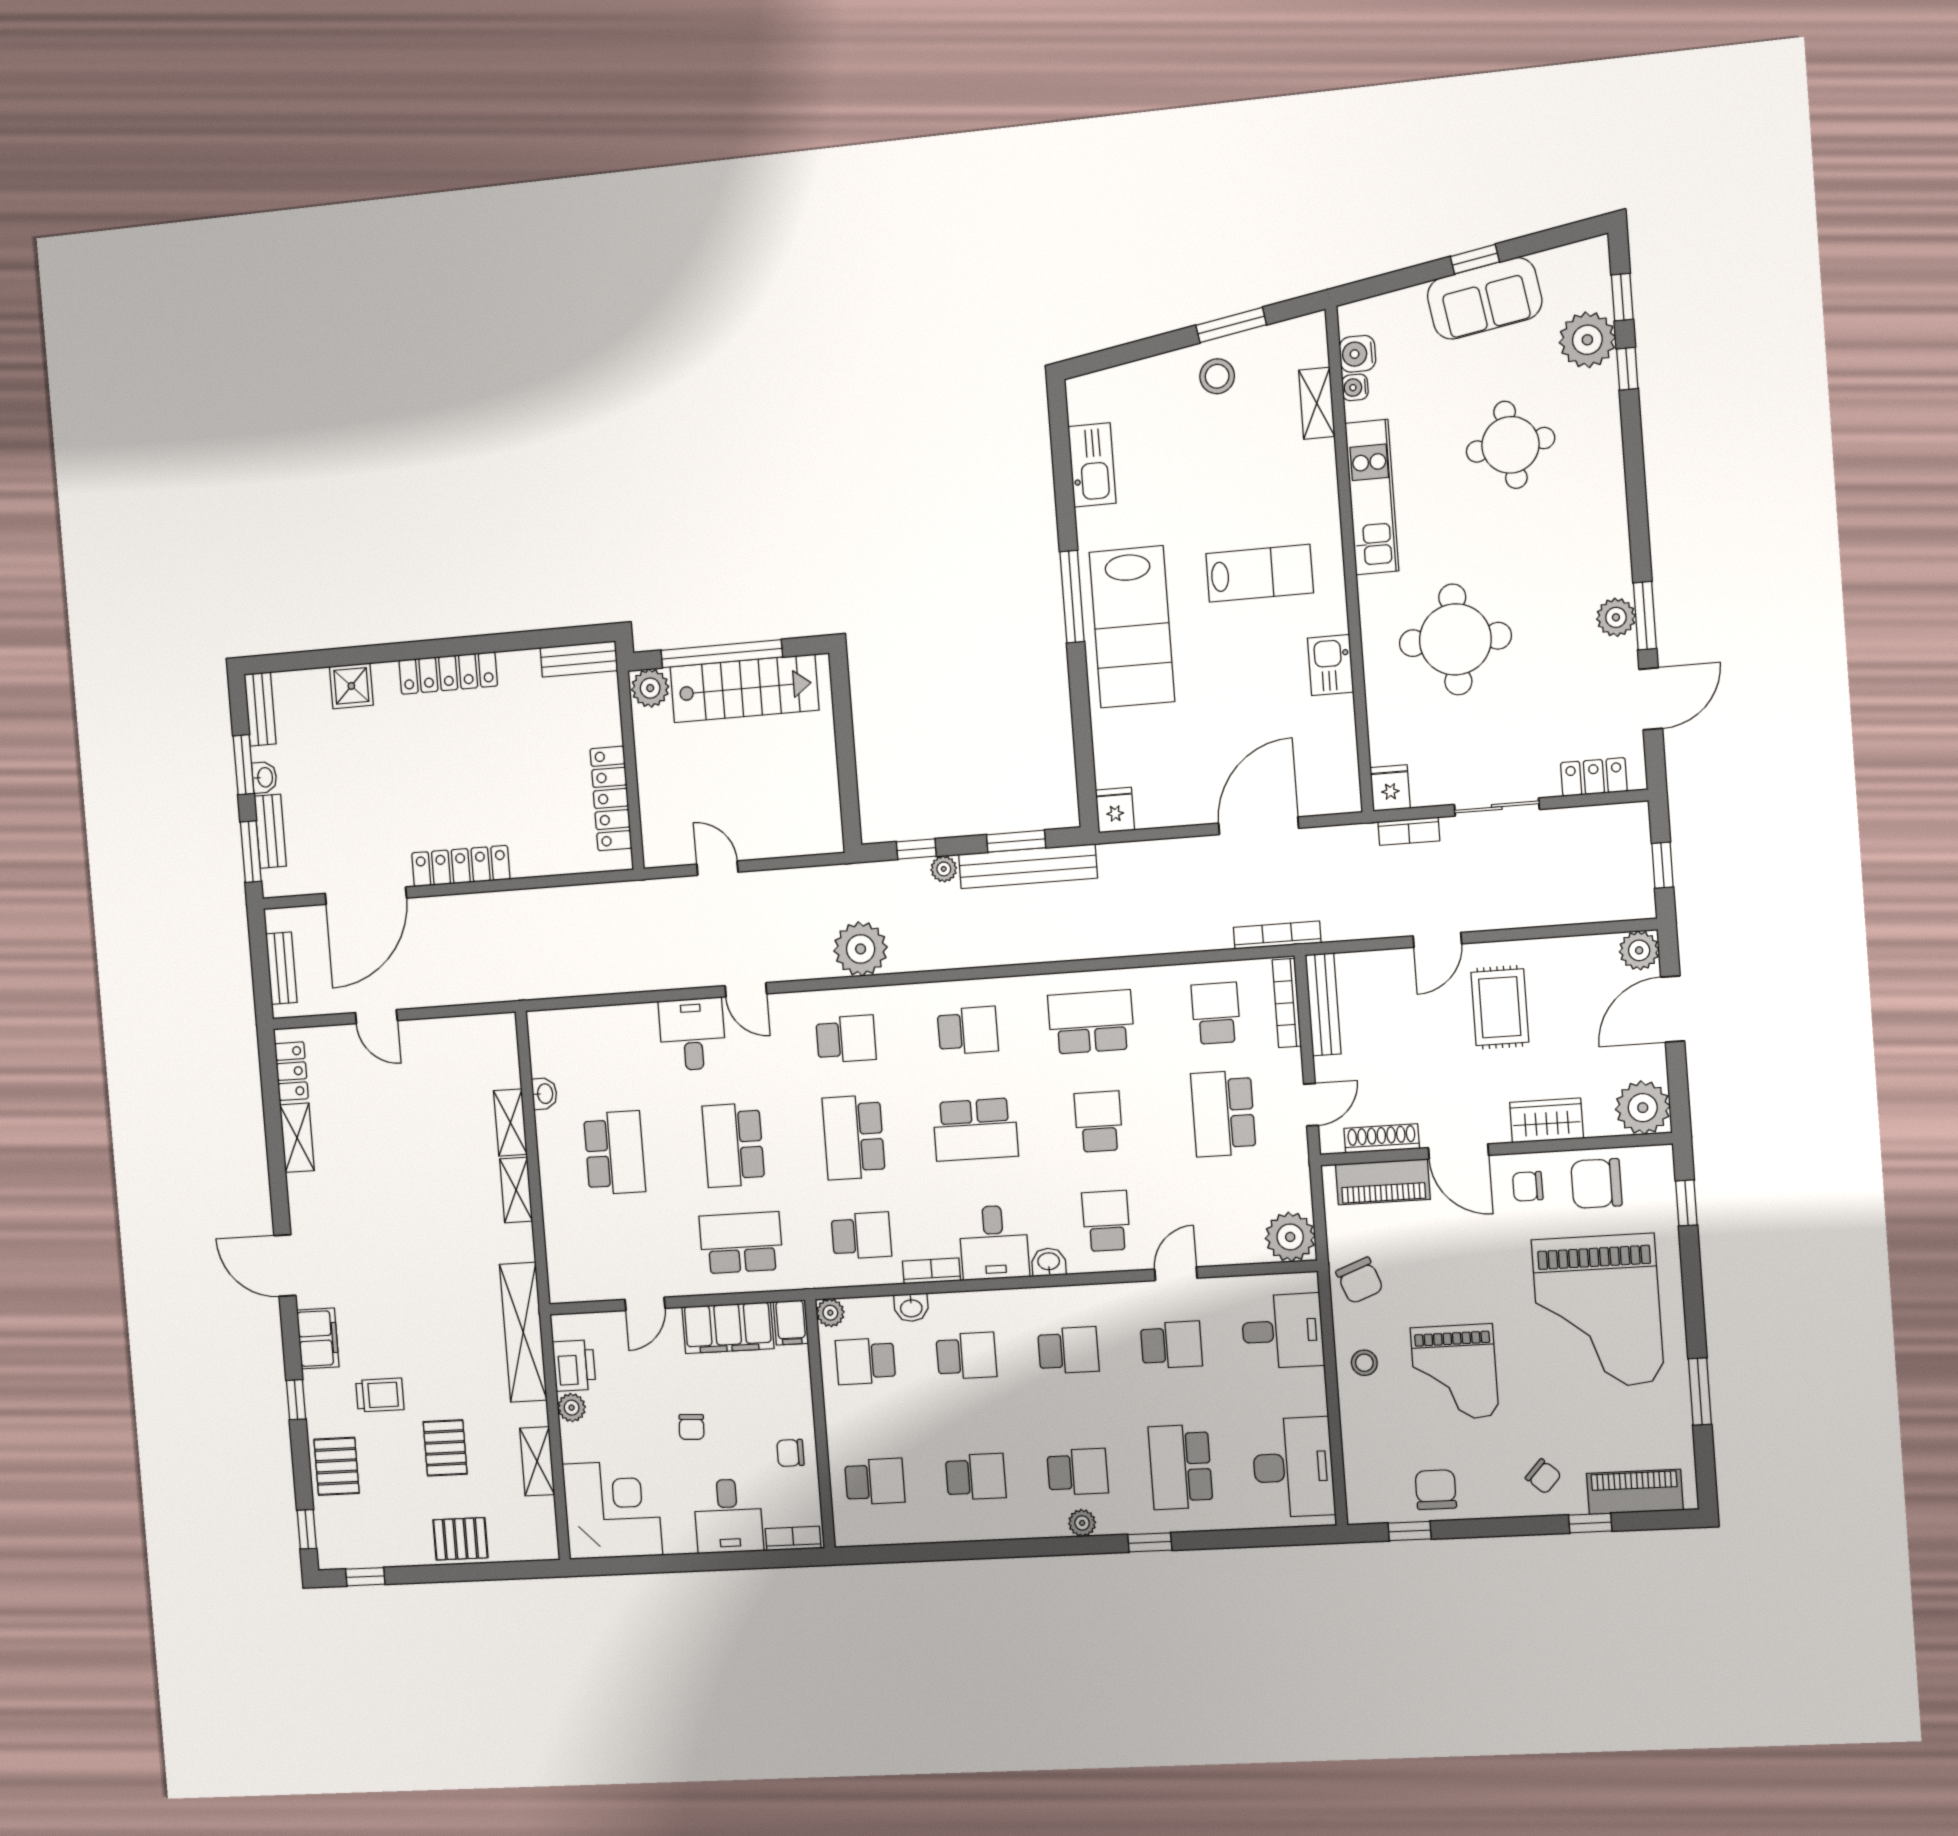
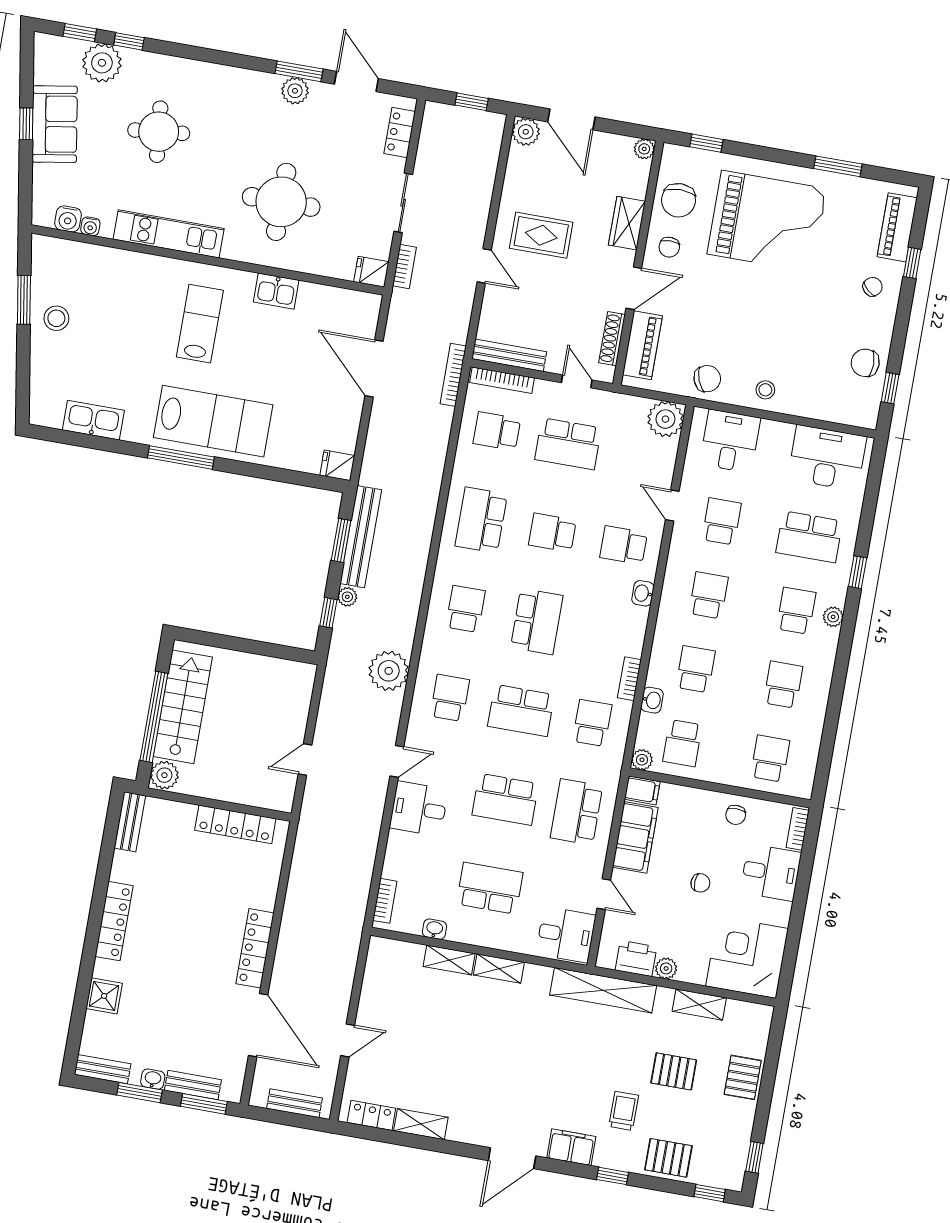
shelving: (1317, 403) -> (94, 255), removed
bookcase: (564, 1020) -> (385, 901), added
plant: (1643, 1108) -> (644, 149), width x0.53, depth x0.53
desk: (994, 1242) -> (566, 935), moved
grand piano: (1455, 1372) -> (786, 329), removed

